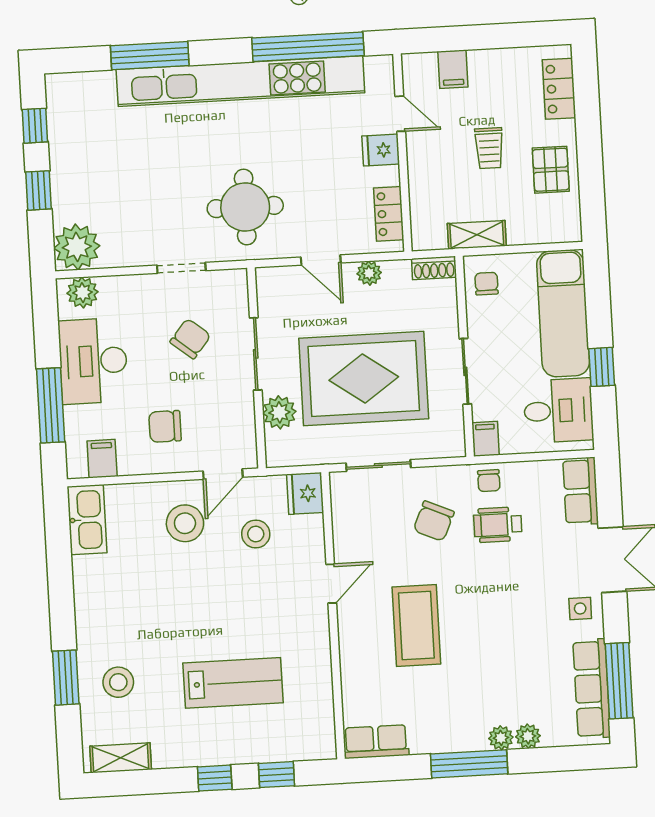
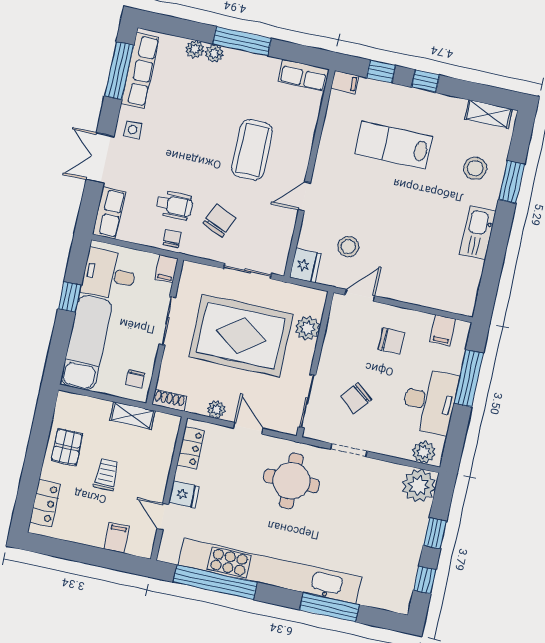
sliding door: (256, 354) -> (307, 401), moved
kitchen sink: (87, 520) -> (478, 233), moved
stool: (185, 523) -> (396, 268), removed
filing cabinet: (320, 748) -> (345, 82), added

